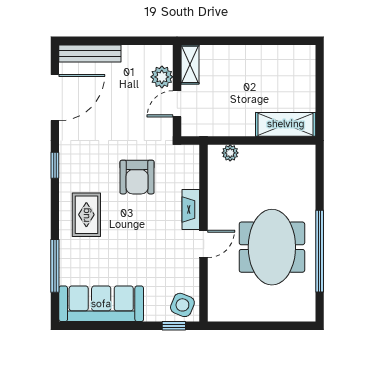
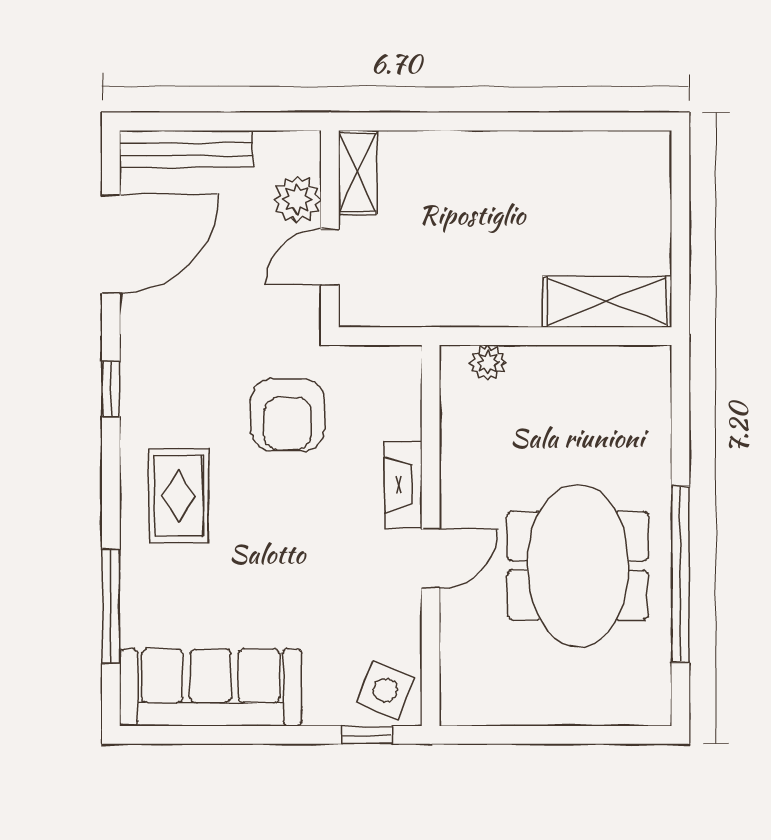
shelving: (190, 64) -> (358, 172), moved
plant: (162, 77) -> (297, 199), moved
wall: (177, 91) -> (330, 229), moved
door: (177, 104) -> (330, 257), moved

